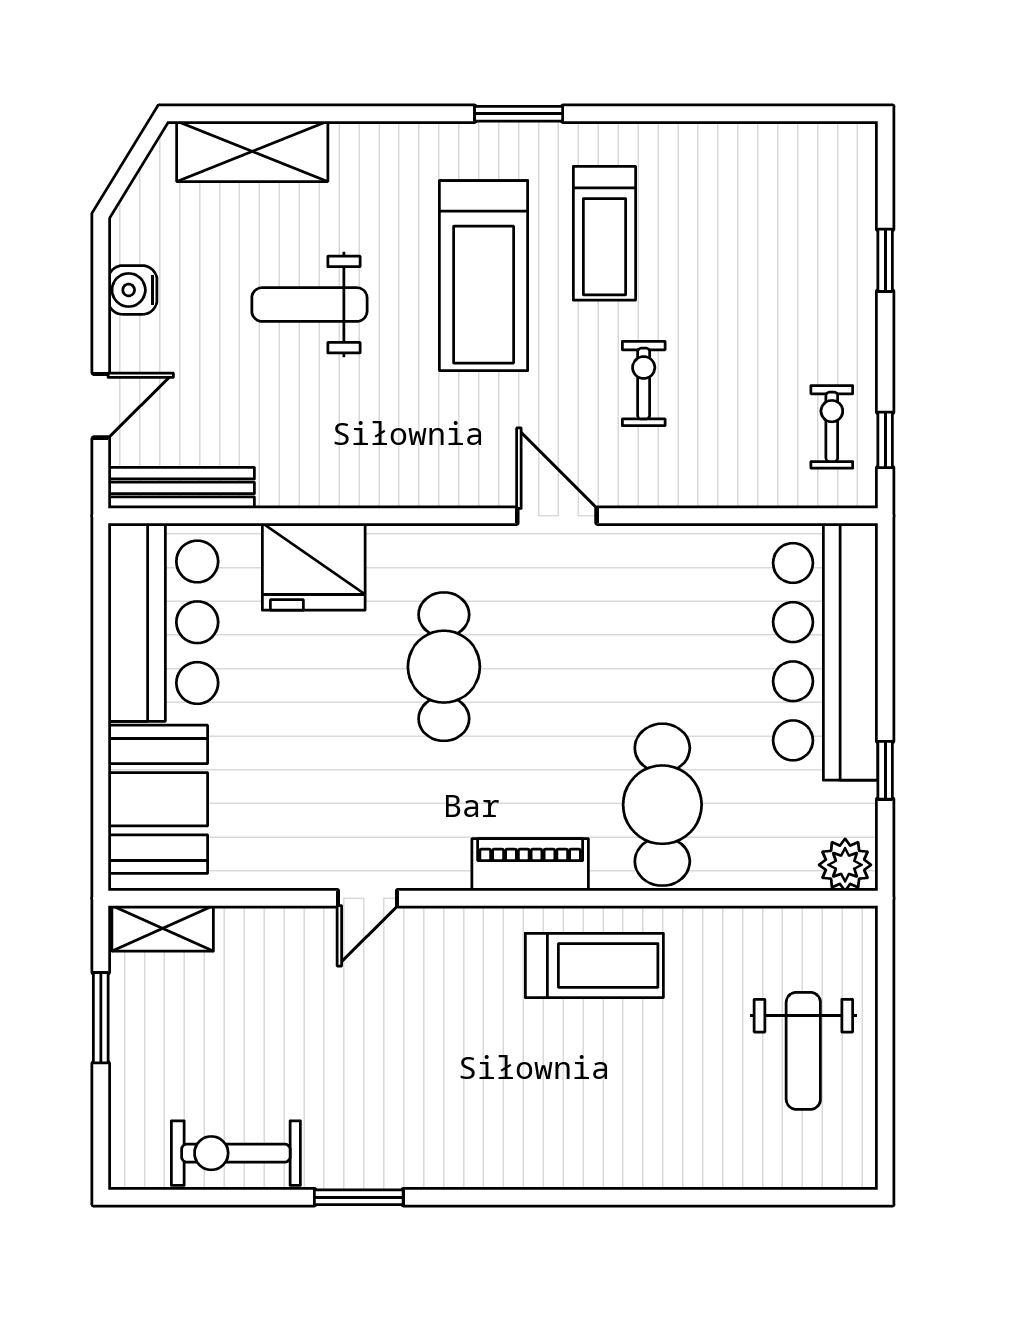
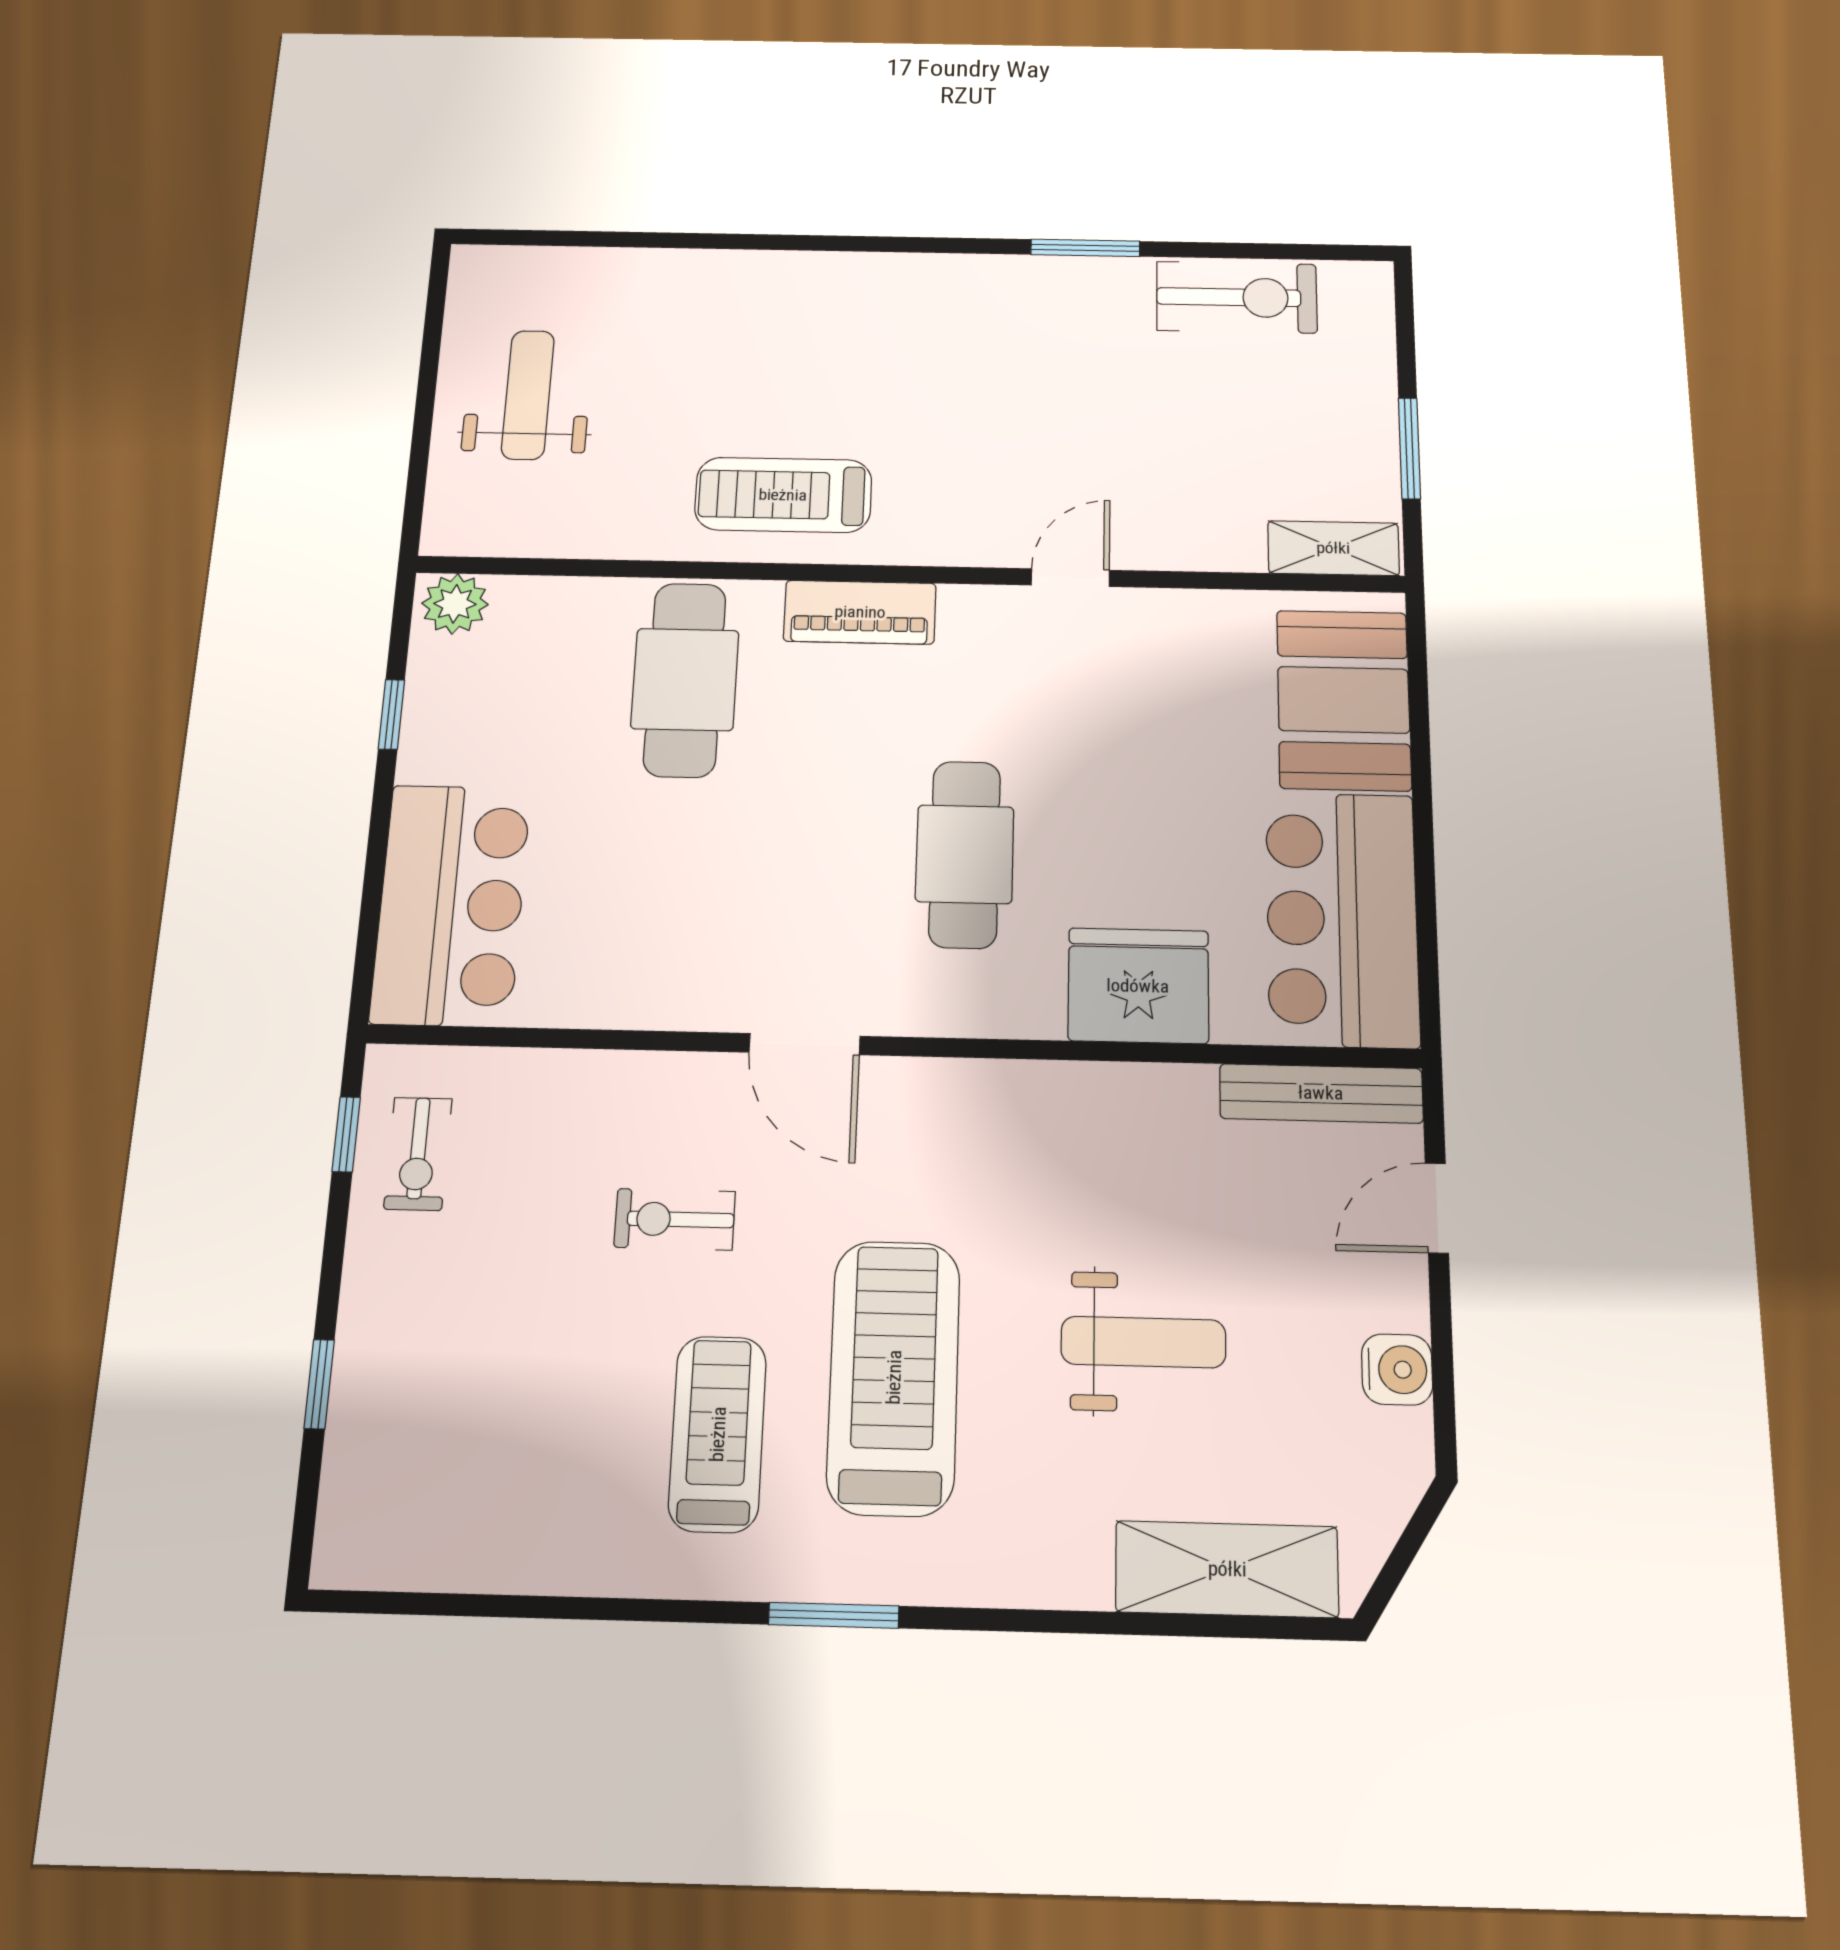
exercise bike: (644, 384) -> (675, 1219), turned 90
bar counter: (825, 652) -> (451, 905), width x0.73

